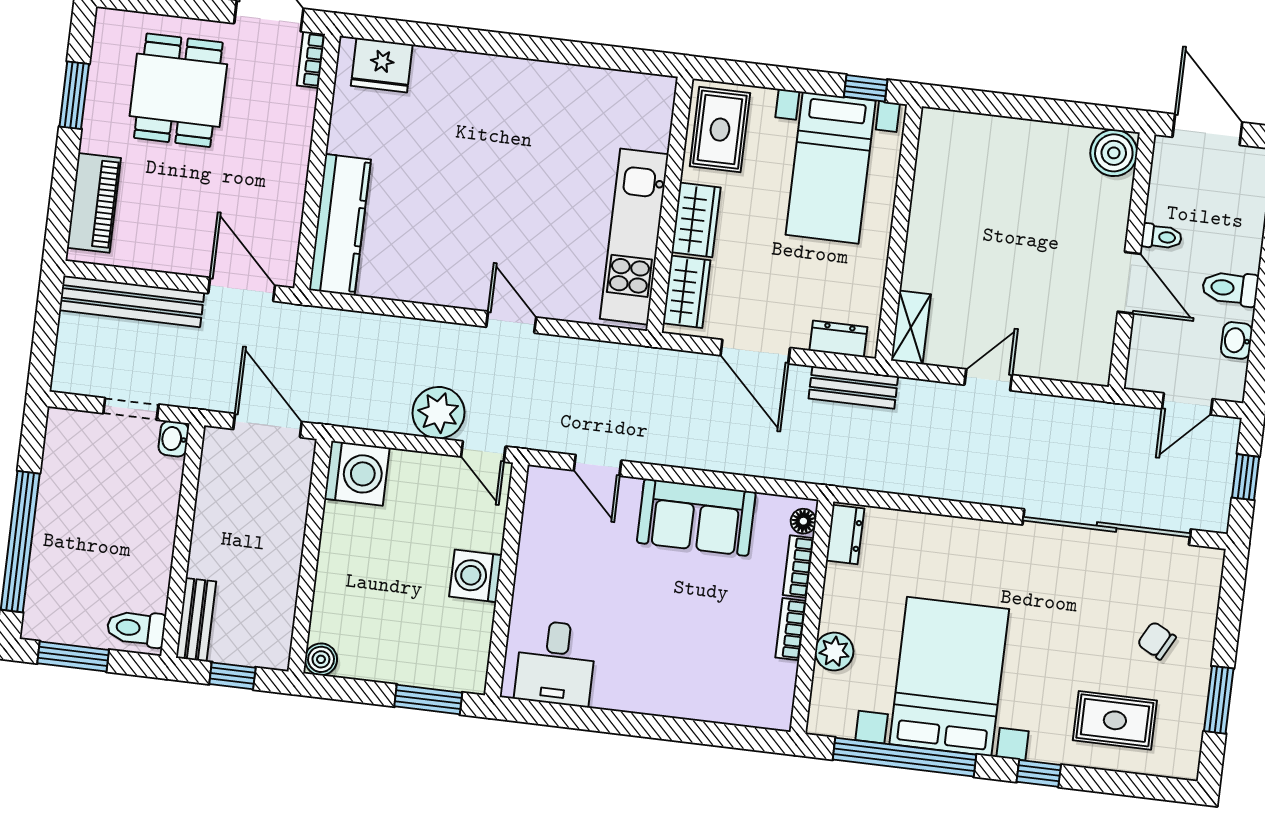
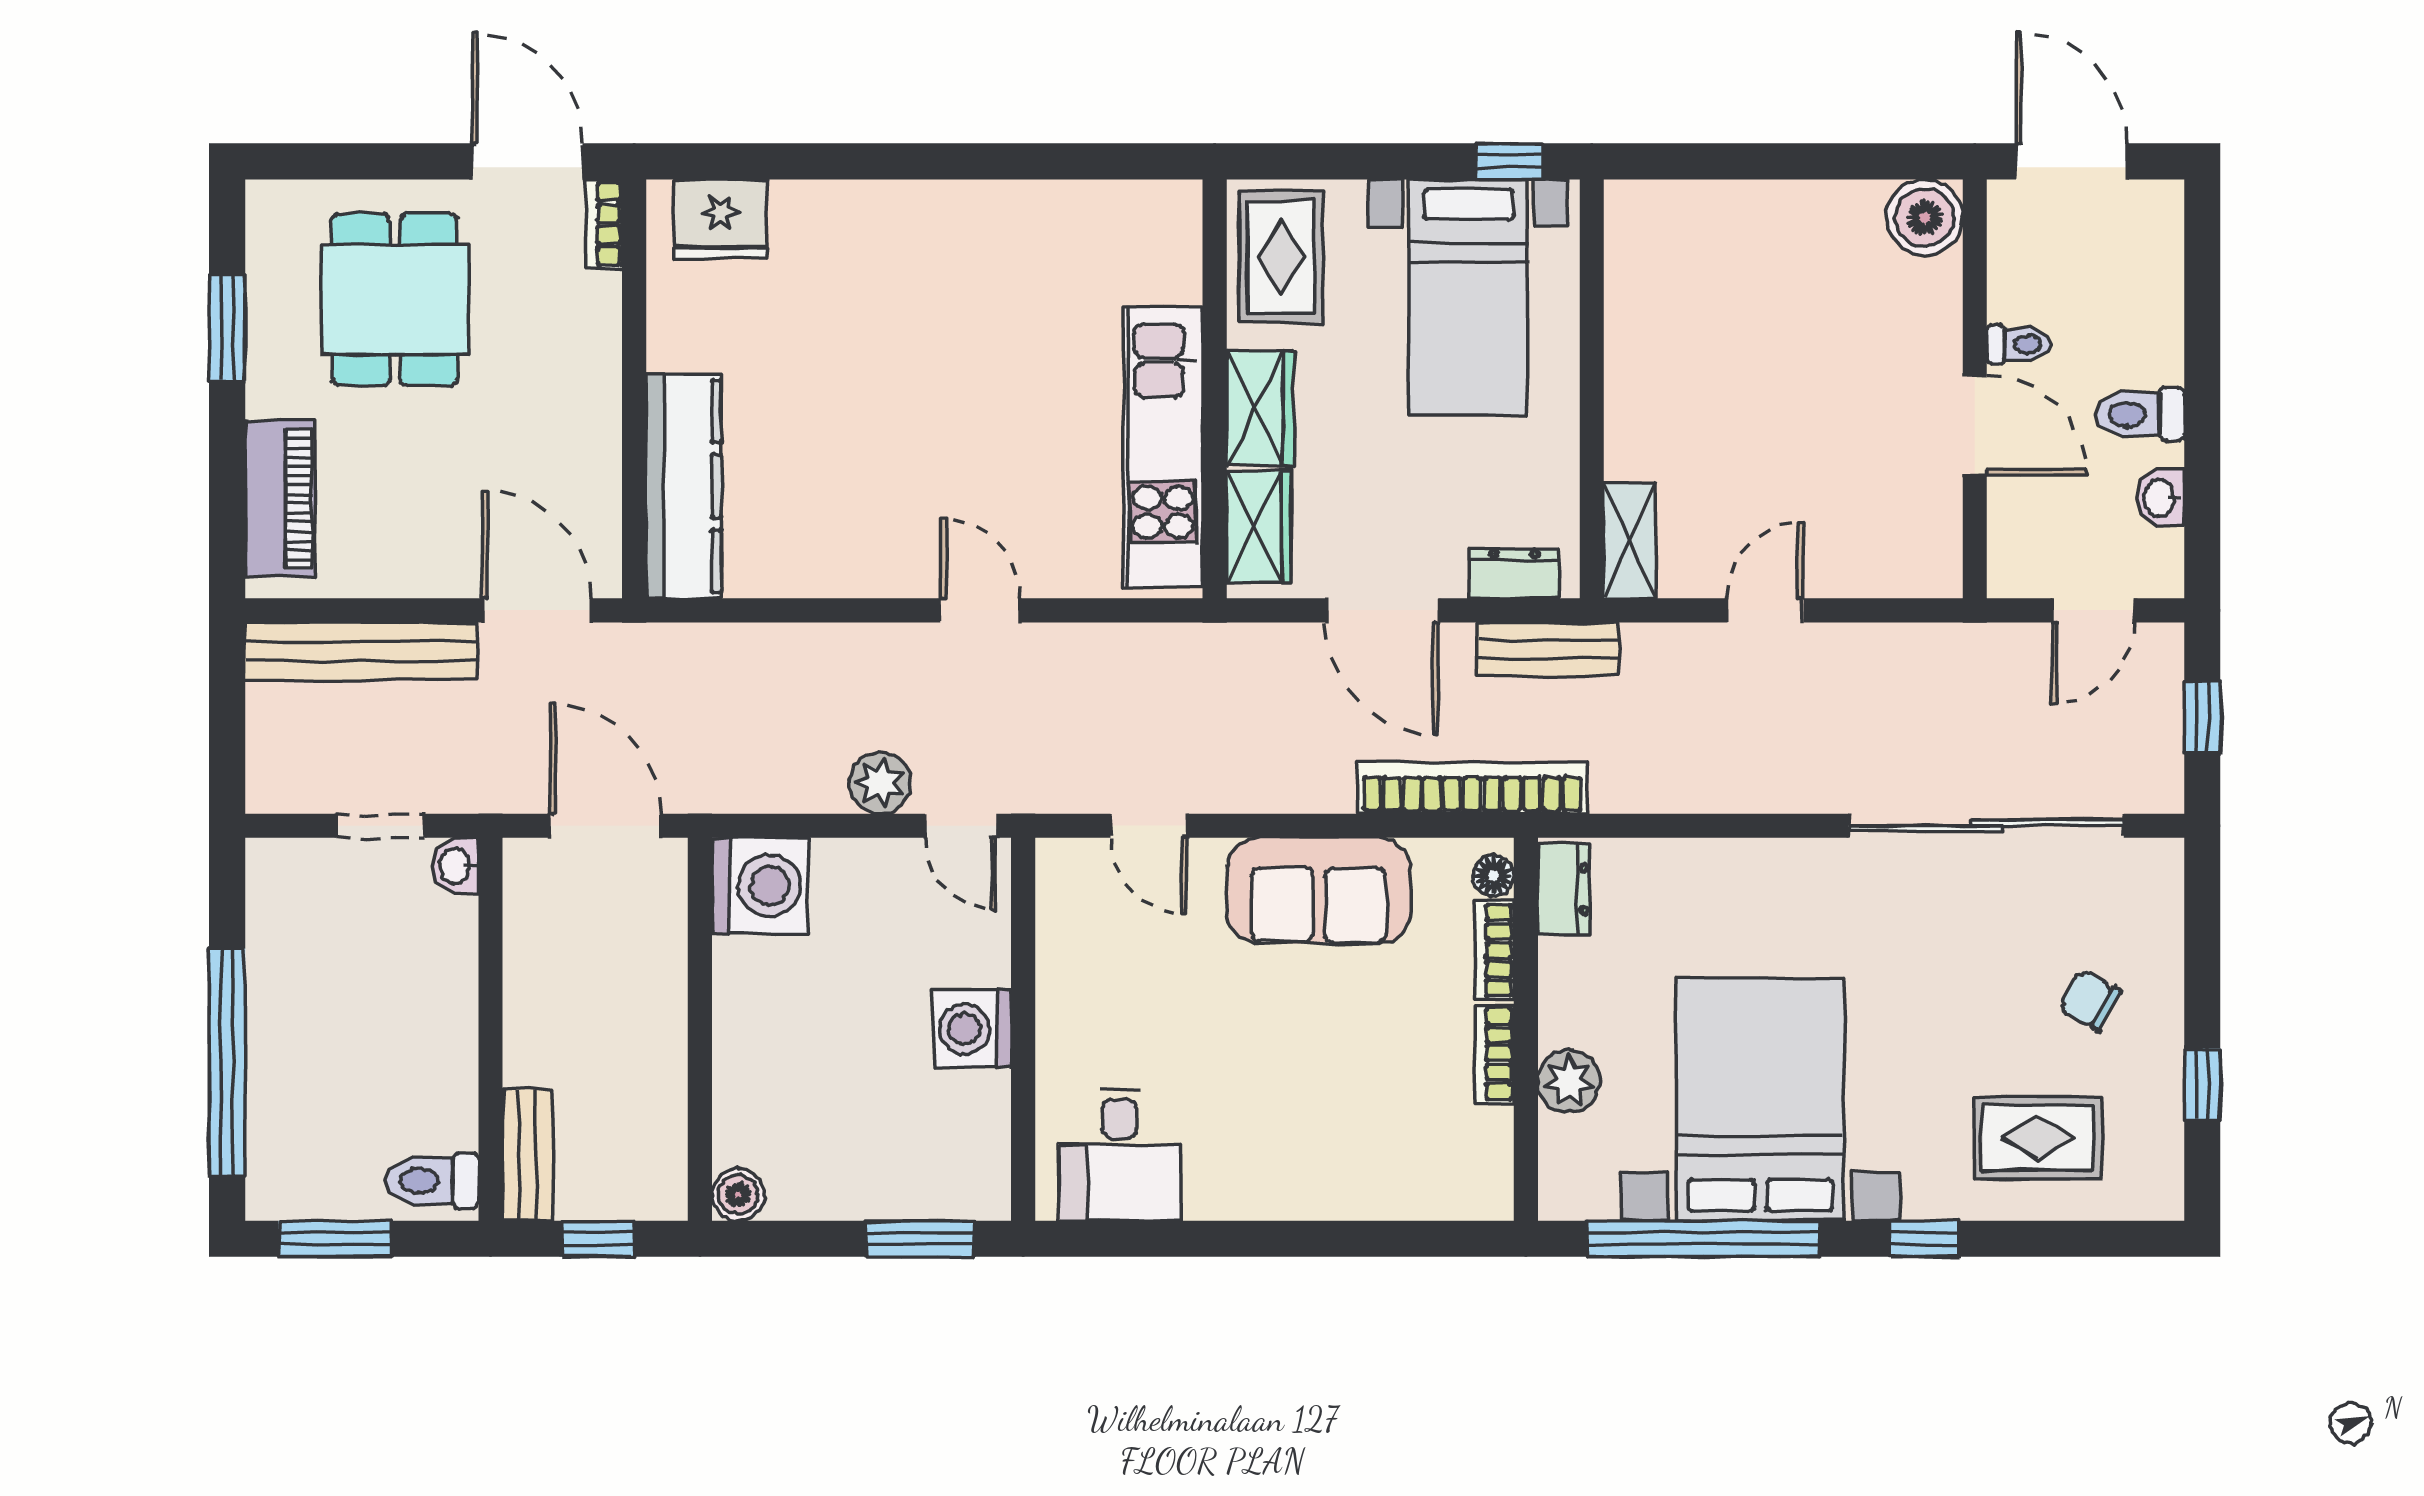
plant: (438, 413) -> (880, 783), width x0.73, depth x0.73
bookcase: (797, 466) -> (1472, 788), added
window: (1219, 700) -> (2202, 1084), width x0.67

